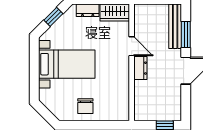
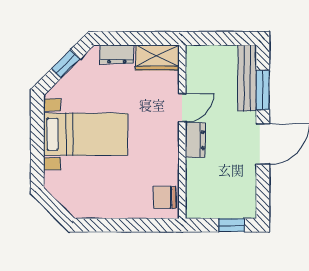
door: (132, 46) -> (182, 108), hinge flipped
chair: (85, 106) -> (165, 197), moved, turned 90

